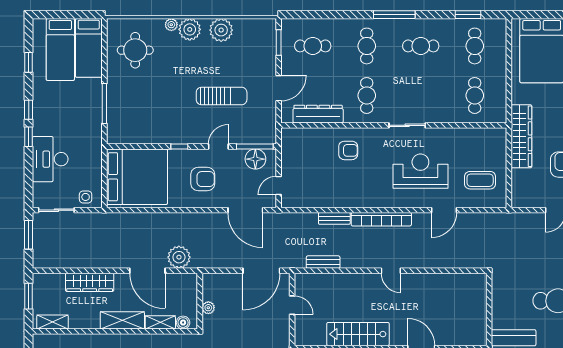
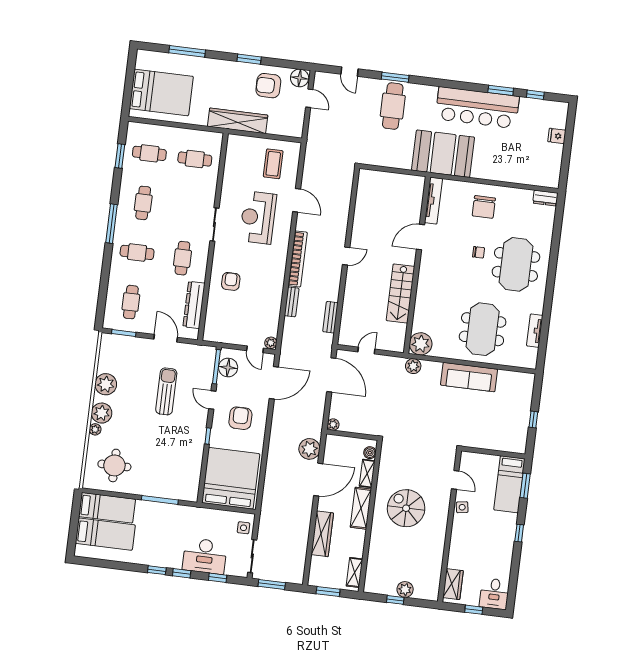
window: (29, 62) -> (218, 578), moved
cafe table: (367, 95) -> (182, 258), turned 90
plant: (288, 202) -> (271, 343), added
plant: (208, 308) -> (333, 425), moved

